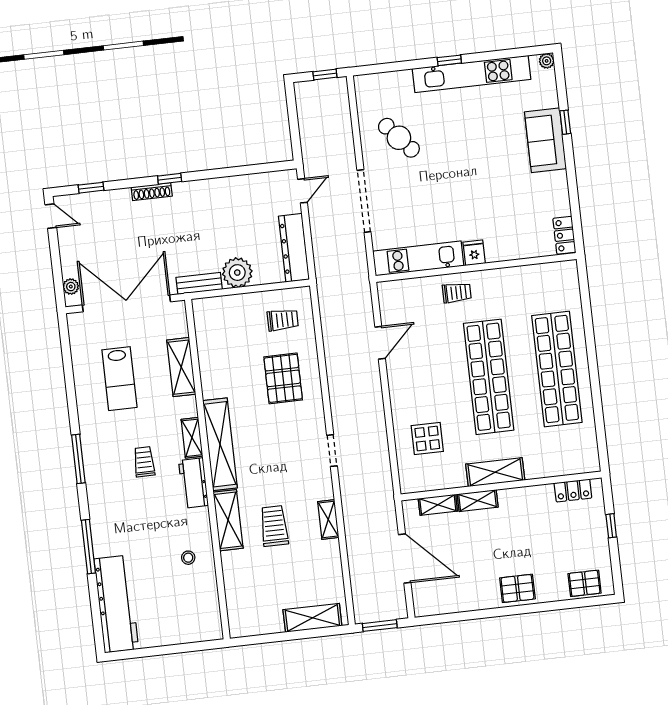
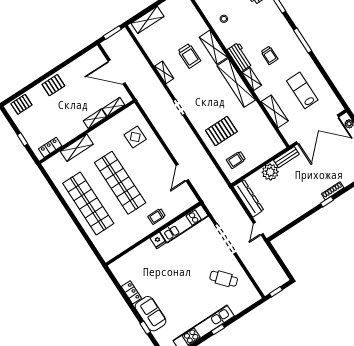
locker: (564, 235) -> (131, 292), moved
pallet: (283, 378) -> (221, 131), turned 90
shelving: (495, 472) -> (77, 148), moved

